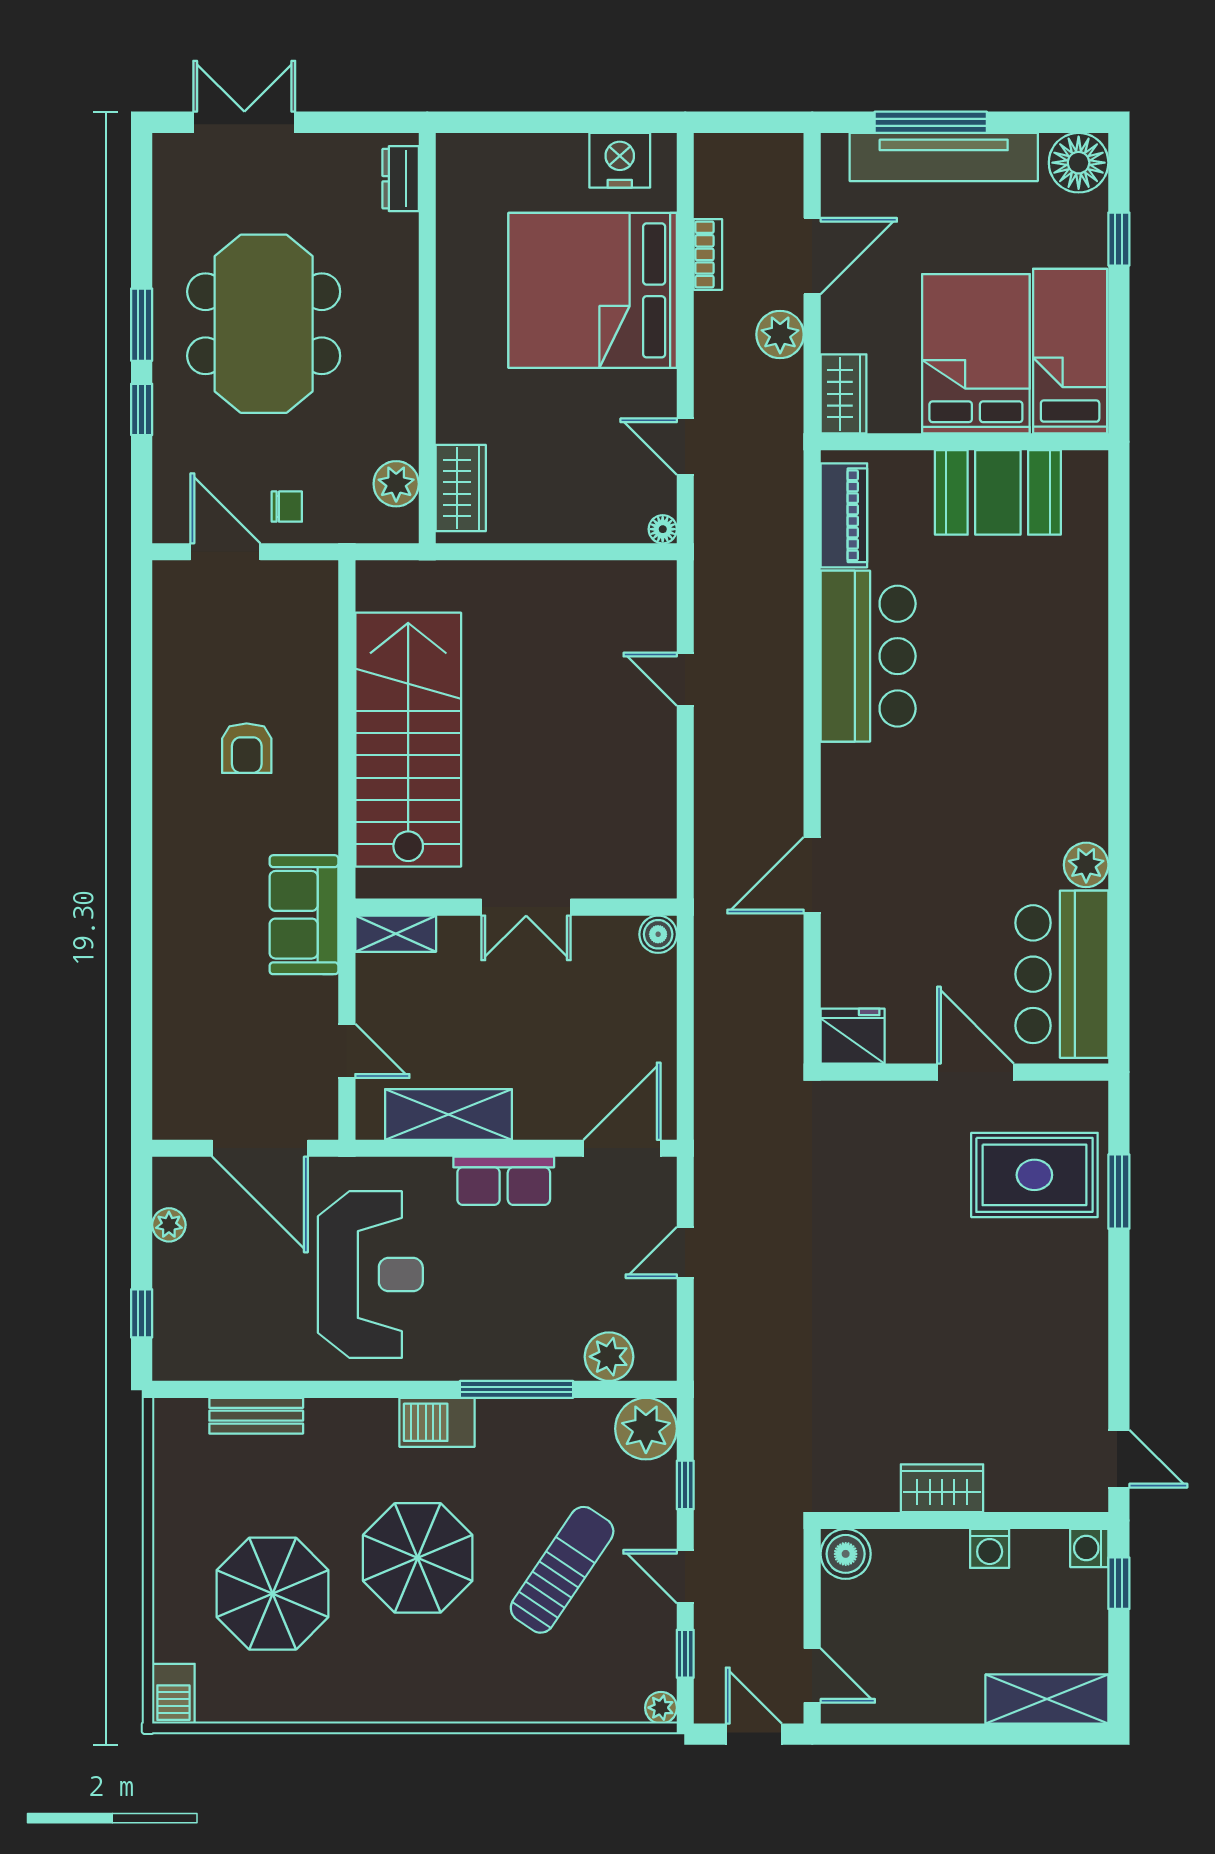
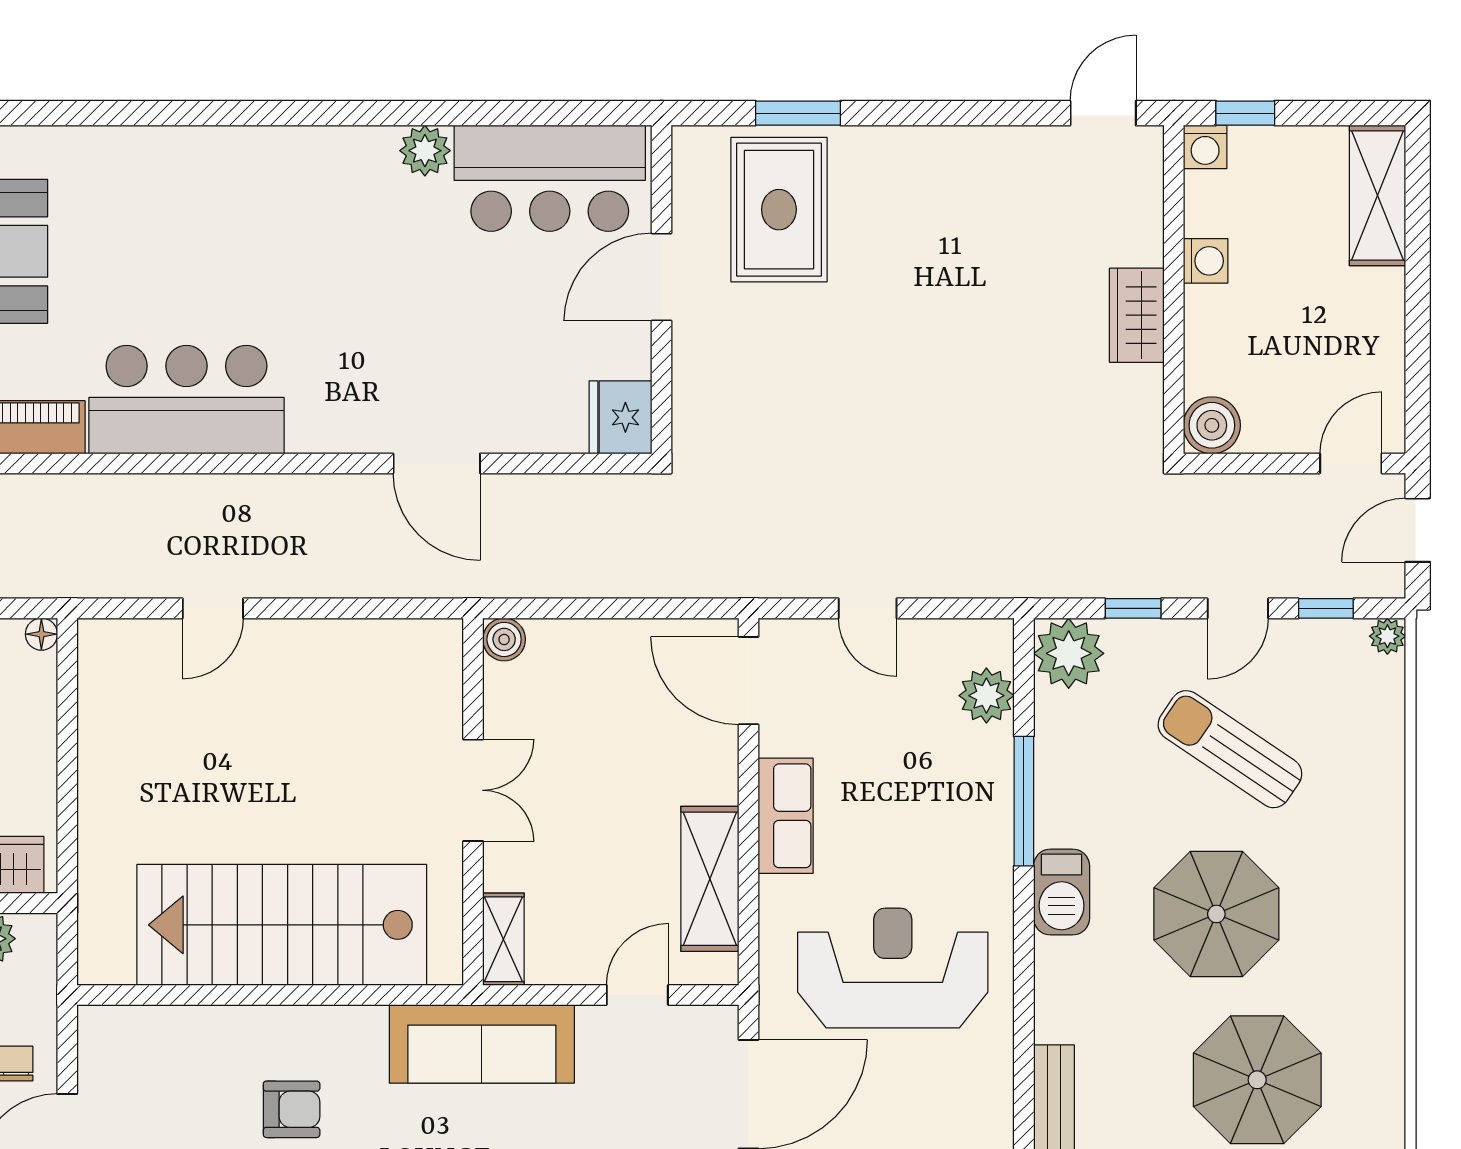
sofa: (304, 915) -> (482, 1044), width x1.36

